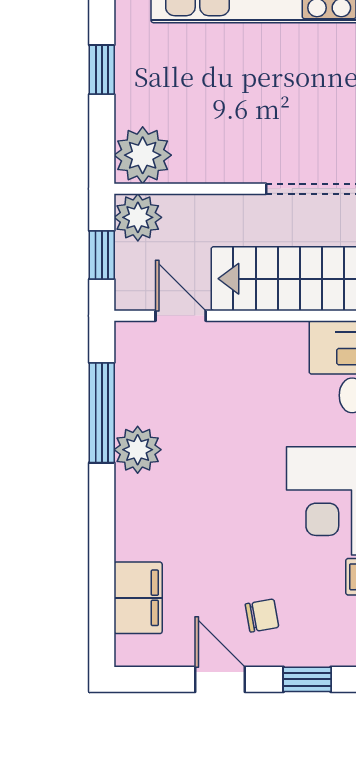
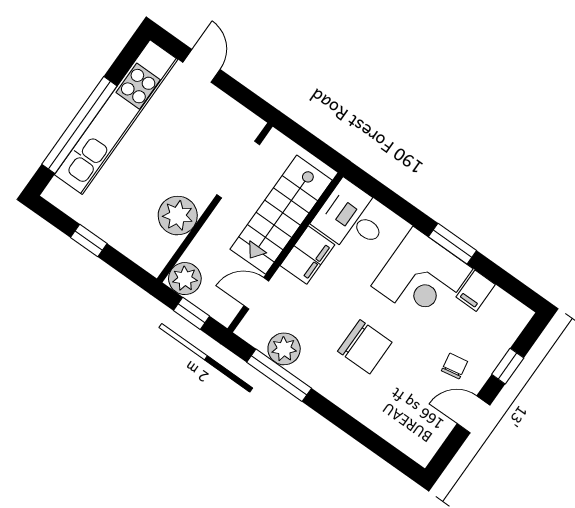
plant: (143, 155) -> (178, 216), moved
plant: (138, 450) -> (284, 349), moved
chair: (209, 491) -> (365, 347), added
filing cabinet: (138, 598) -> (307, 255), moved, turned 90

